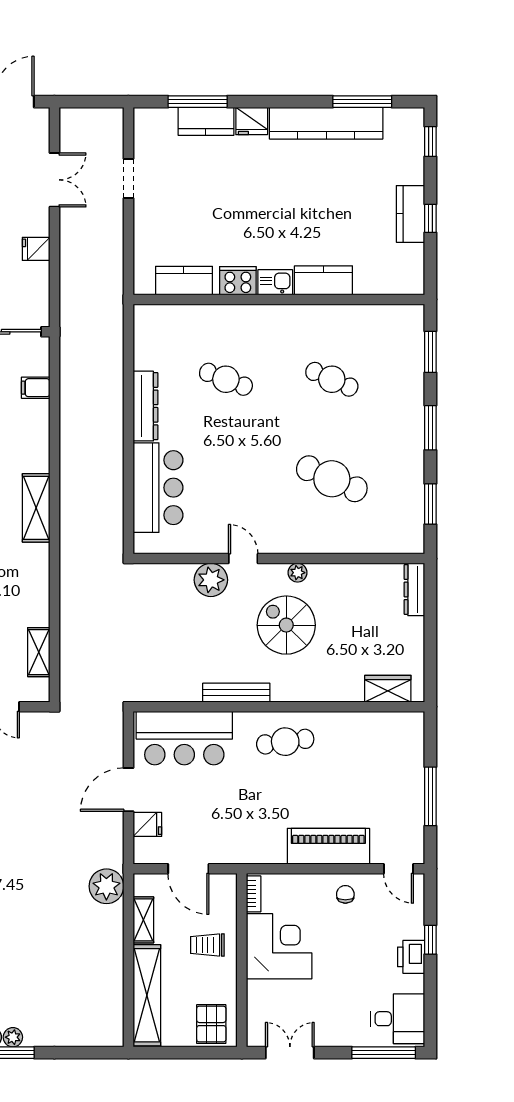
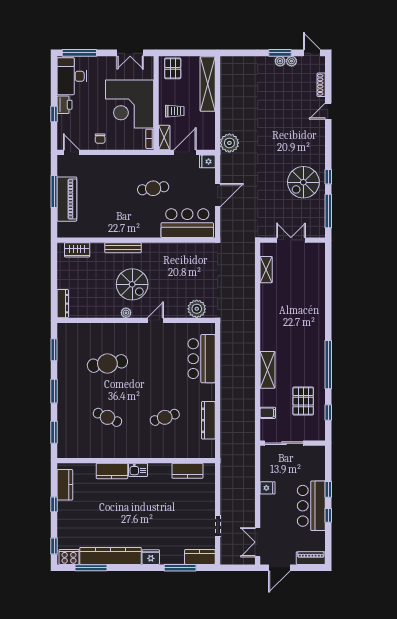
kitchen counter: (206, 121) -> (200, 557), moved
double door: (54, 180) -> (258, 542), moved
kitchen counter: (410, 214) -> (65, 485), moved
cooker: (238, 281) -> (69, 557), moved, turned 180
cafe table: (226, 379) -> (165, 417), turned -39
dresser: (146, 406) -> (208, 420), moved
cafe table: (332, 479) -> (107, 363), turned -33
shelving: (36, 508) -> (268, 370), moved
door: (243, 559) -> (155, 320), swing flipped
plant: (211, 580) -> (197, 309), moved
bench: (236, 693) -> (123, 248), moved
cafe table: (285, 742) -> (153, 188), moved
fridge: (147, 824) -> (207, 161), moved
piano: (328, 846) -> (67, 199), moved, turned -90
door: (188, 869) -> (185, 152), hinge flipped
shelving: (143, 920) -> (164, 138), moved
corner desk: (279, 946) -> (130, 104), width x1.36, depth x1.36
desk: (398, 1019) -> (72, 76), width x1.37

